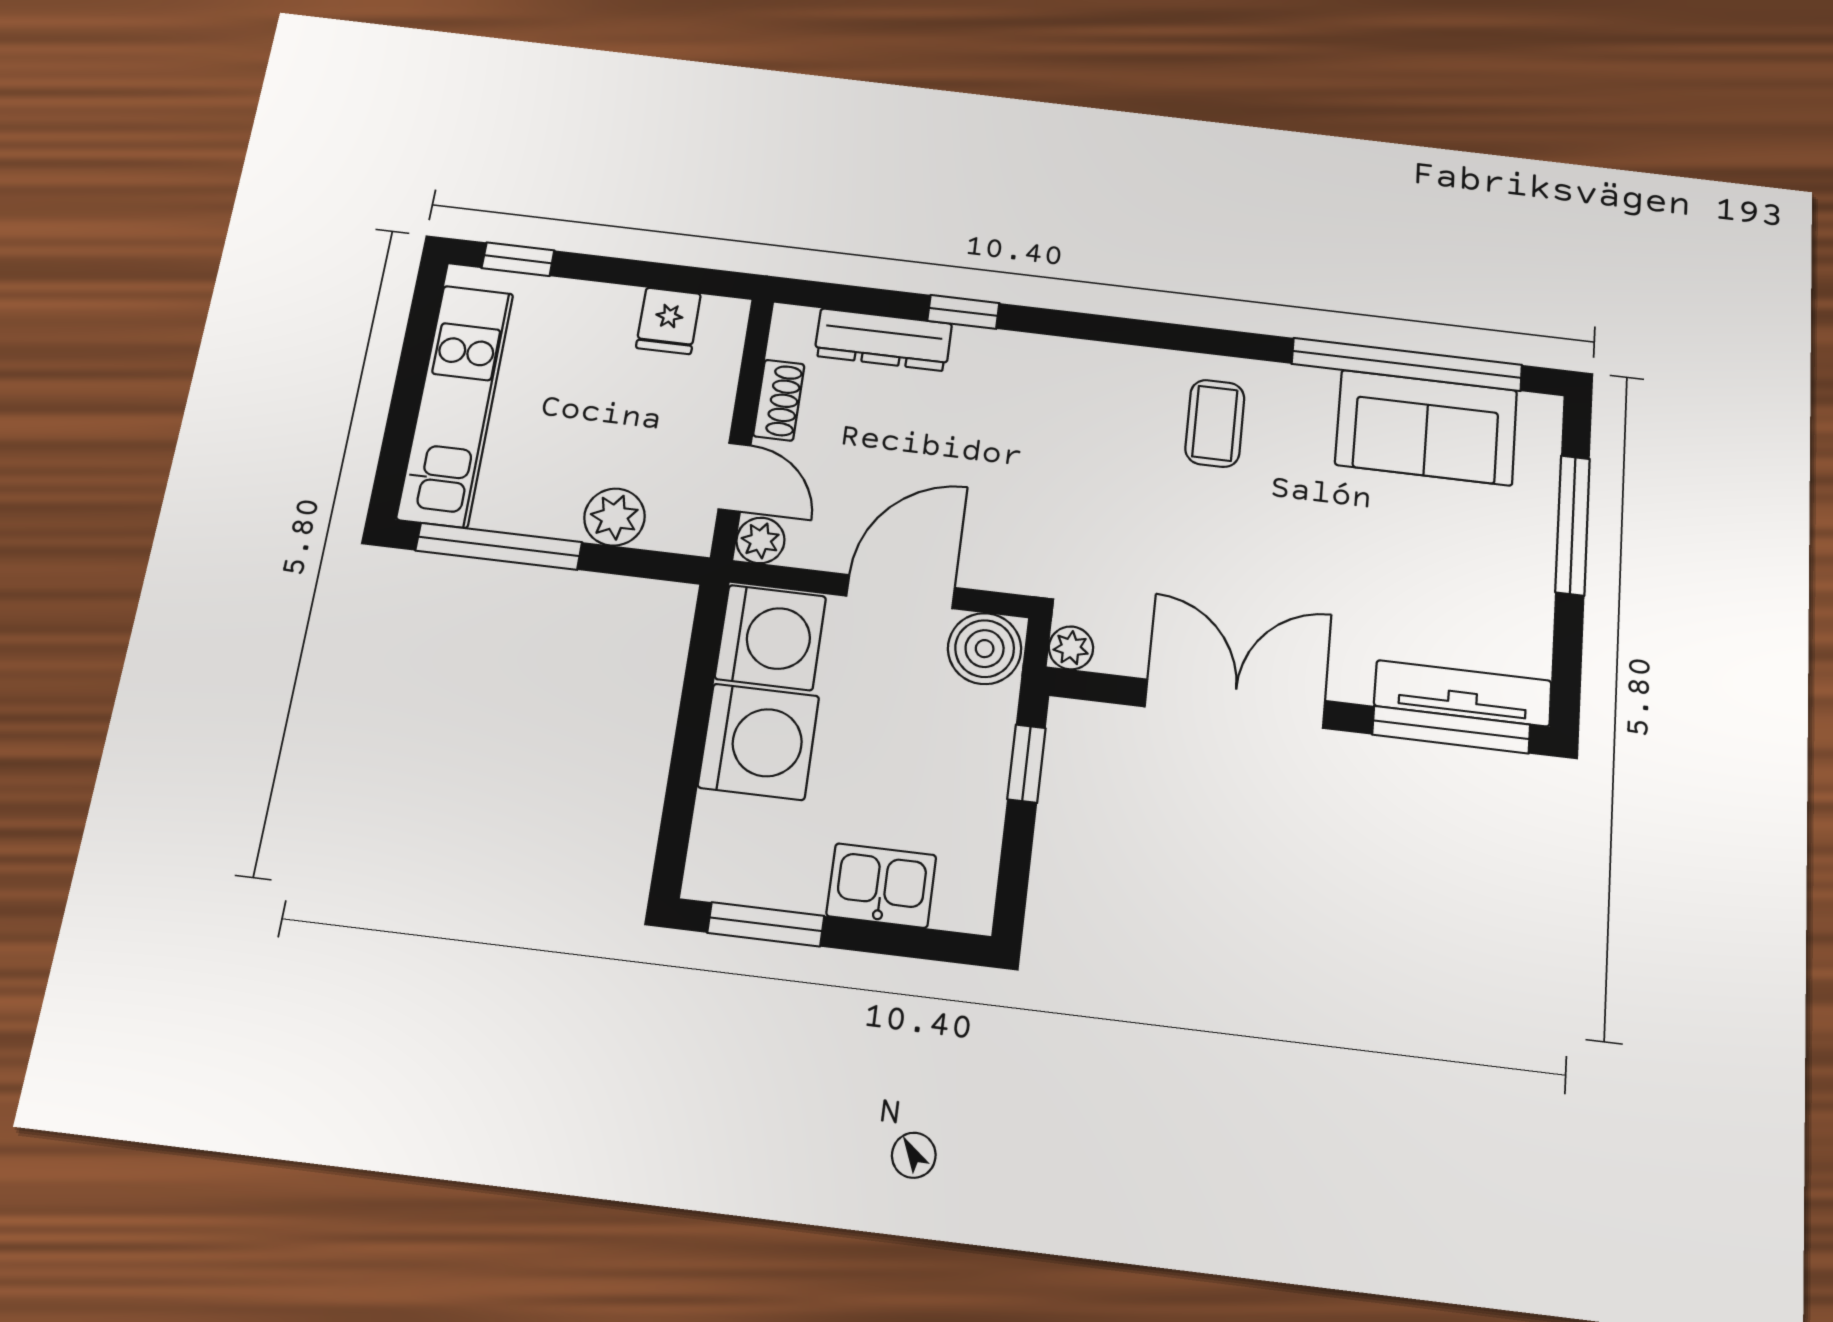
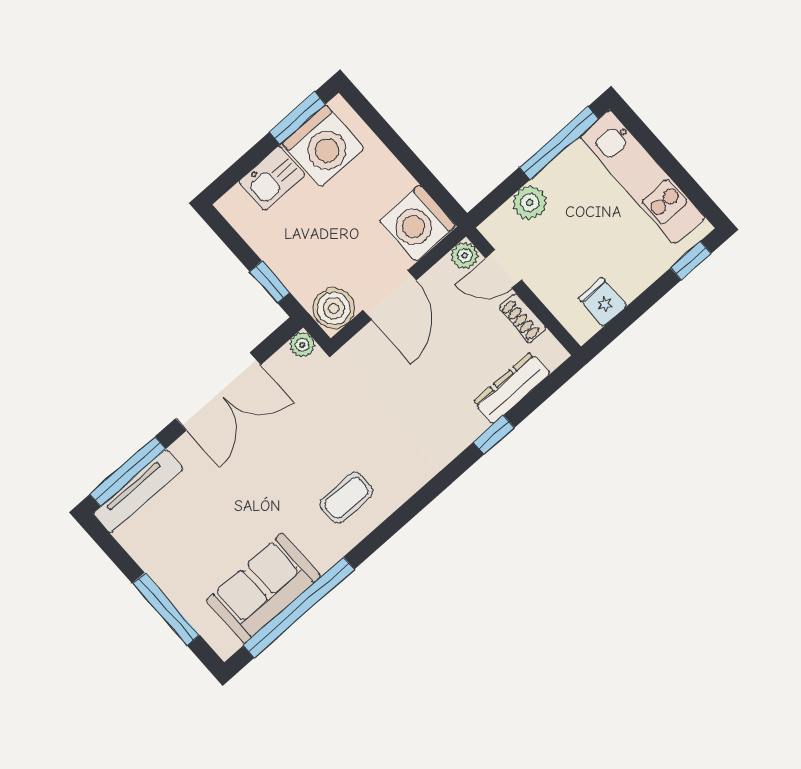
coffee table: (1215, 423) -> (346, 498), turned 90
washing machine: (759, 742) -> (323, 146), moved, turned -90

